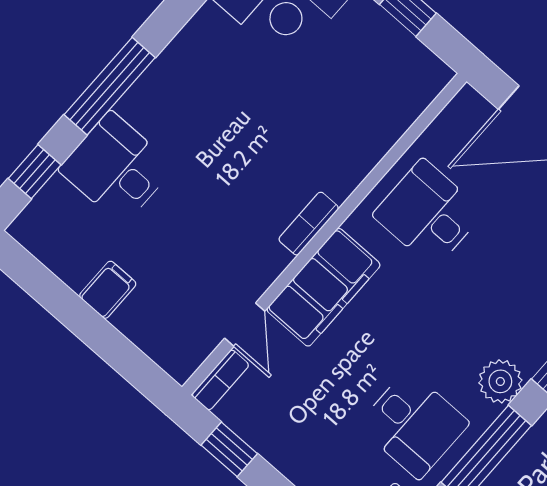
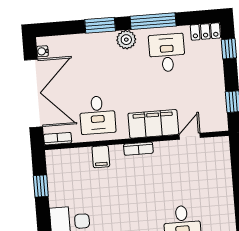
filing cabinet: (108, 290) -> (101, 157), moved, turned -90
bookcase: (220, 380) -> (58, 139), moved

